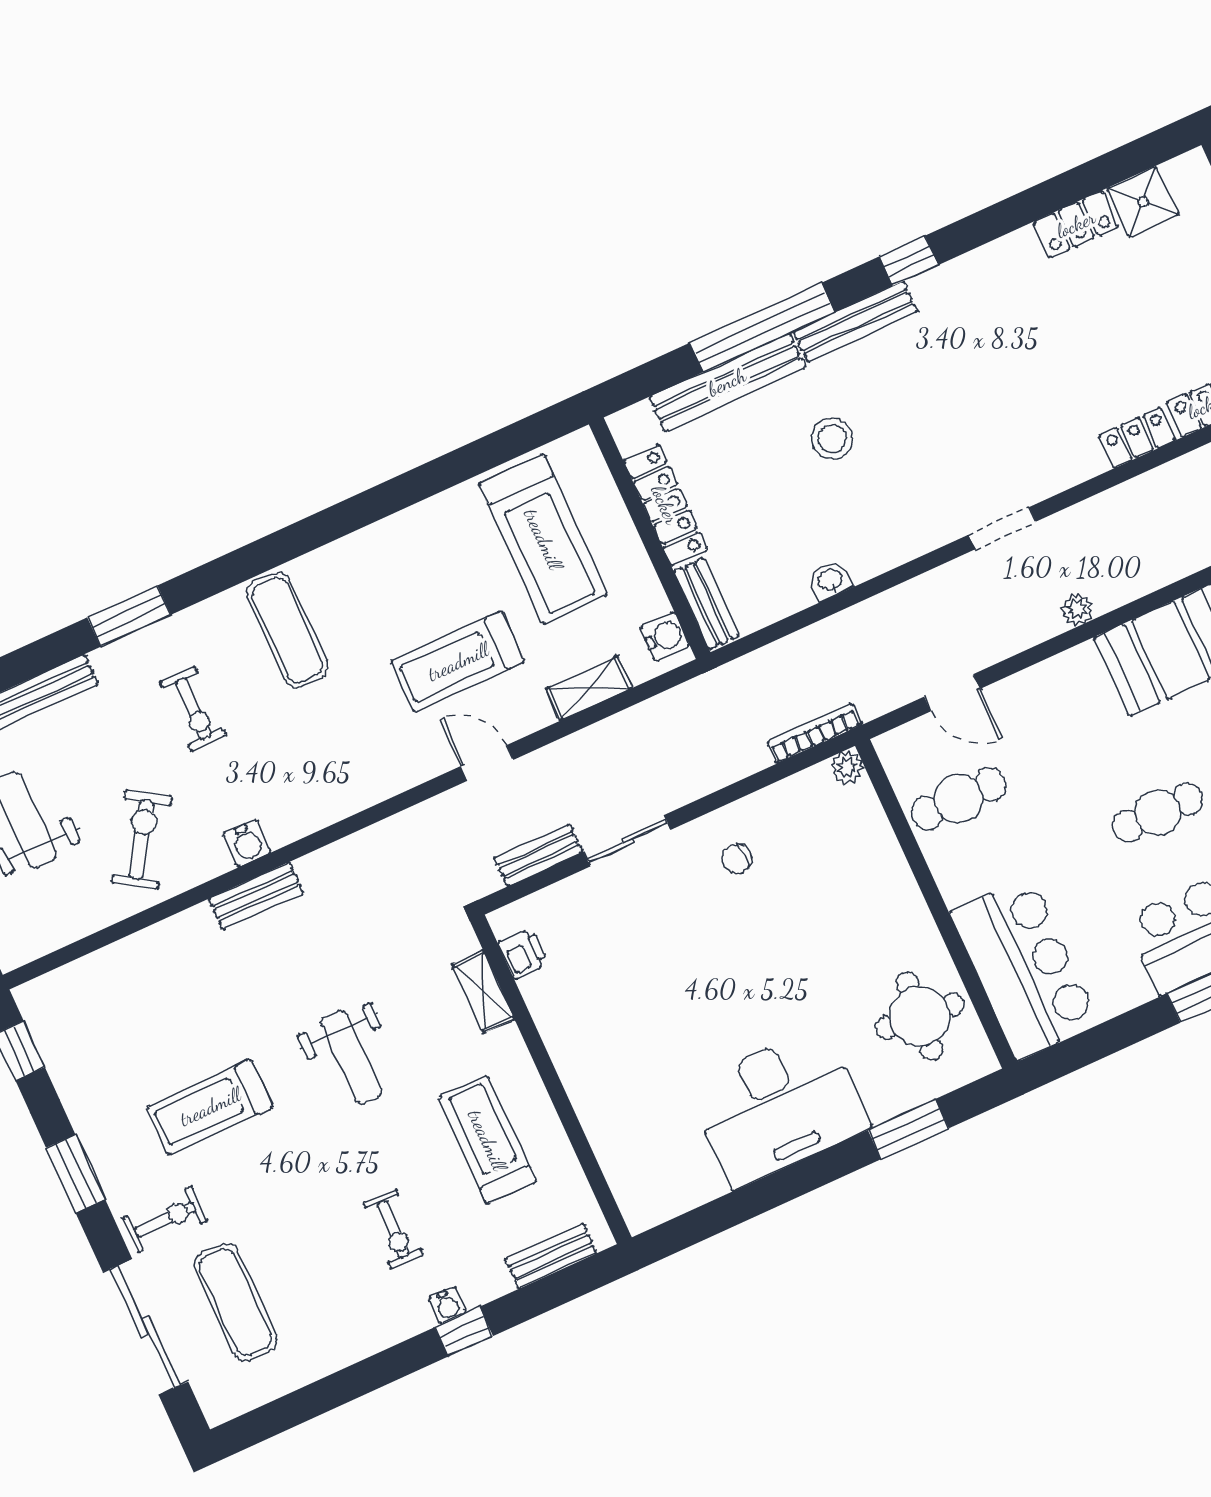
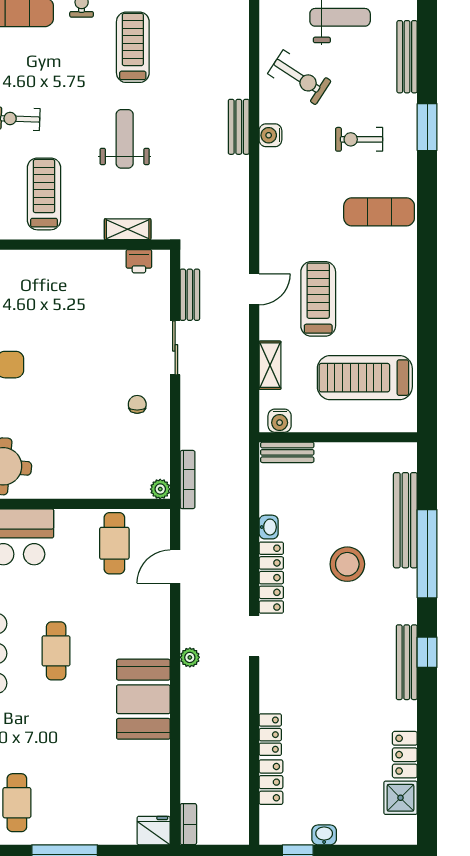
bench: (856, 321) -> (407, 662), moved
stool: (832, 439) -> (347, 564), width x1.38, depth x1.38
locker: (665, 505) -> (271, 578), moved, turned -90
weight bench: (351, 1057) -> (125, 139), turned 90
treadmill: (487, 1140) -> (44, 194), turned -90

